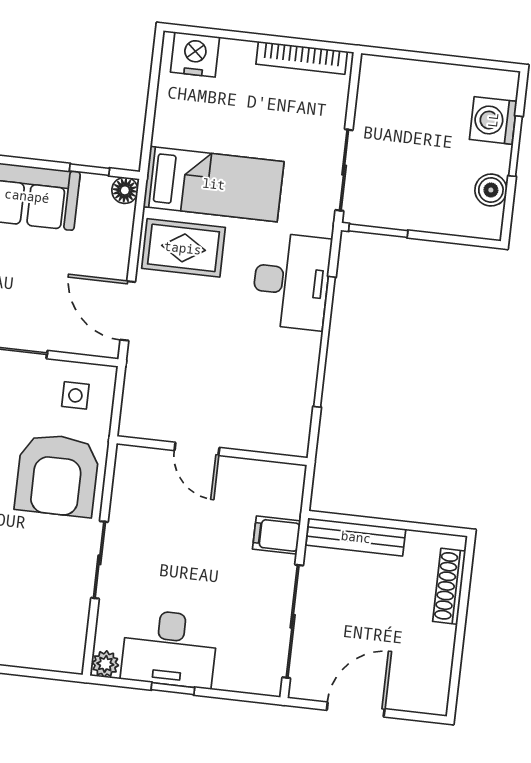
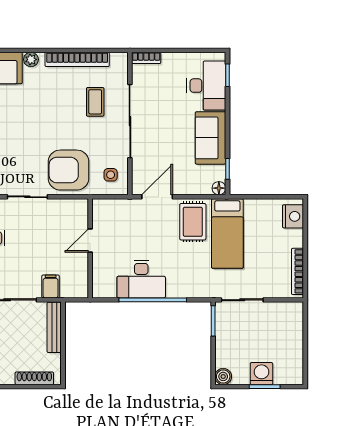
washing machine: (493, 120) -> (261, 374), moved
boiler: (491, 190) -> (223, 376), moved
desk: (291, 281) -> (141, 279), moved

